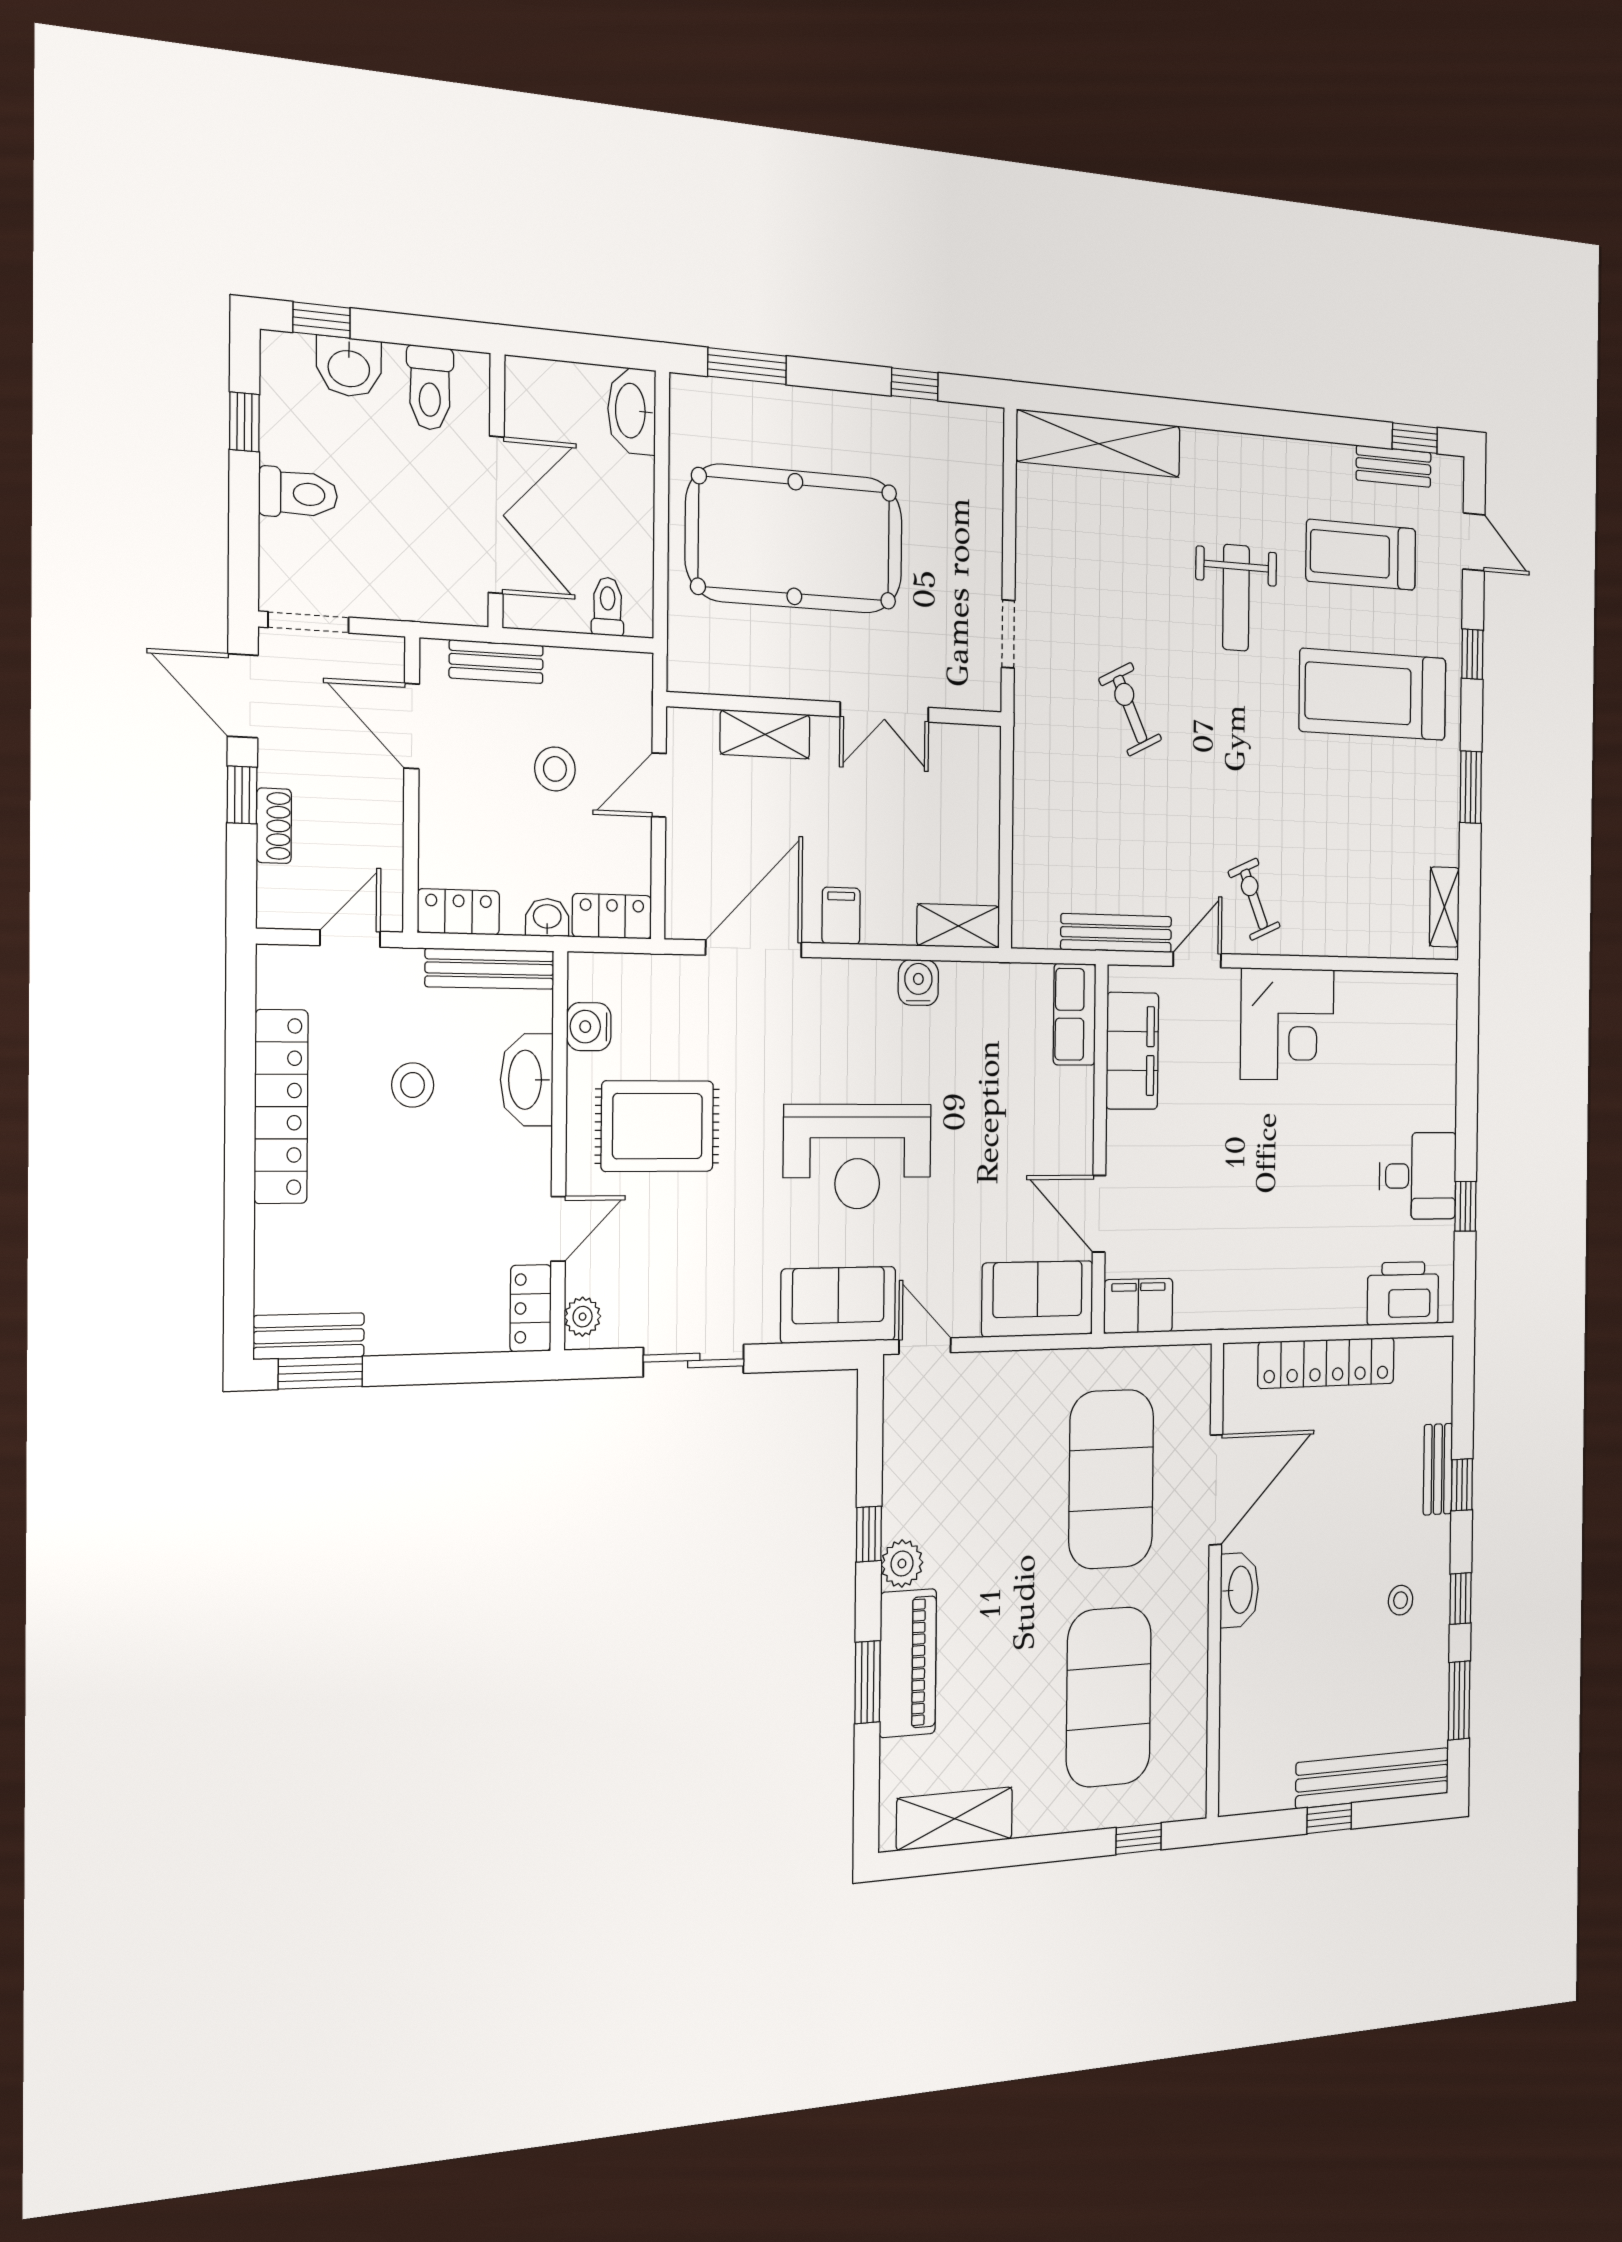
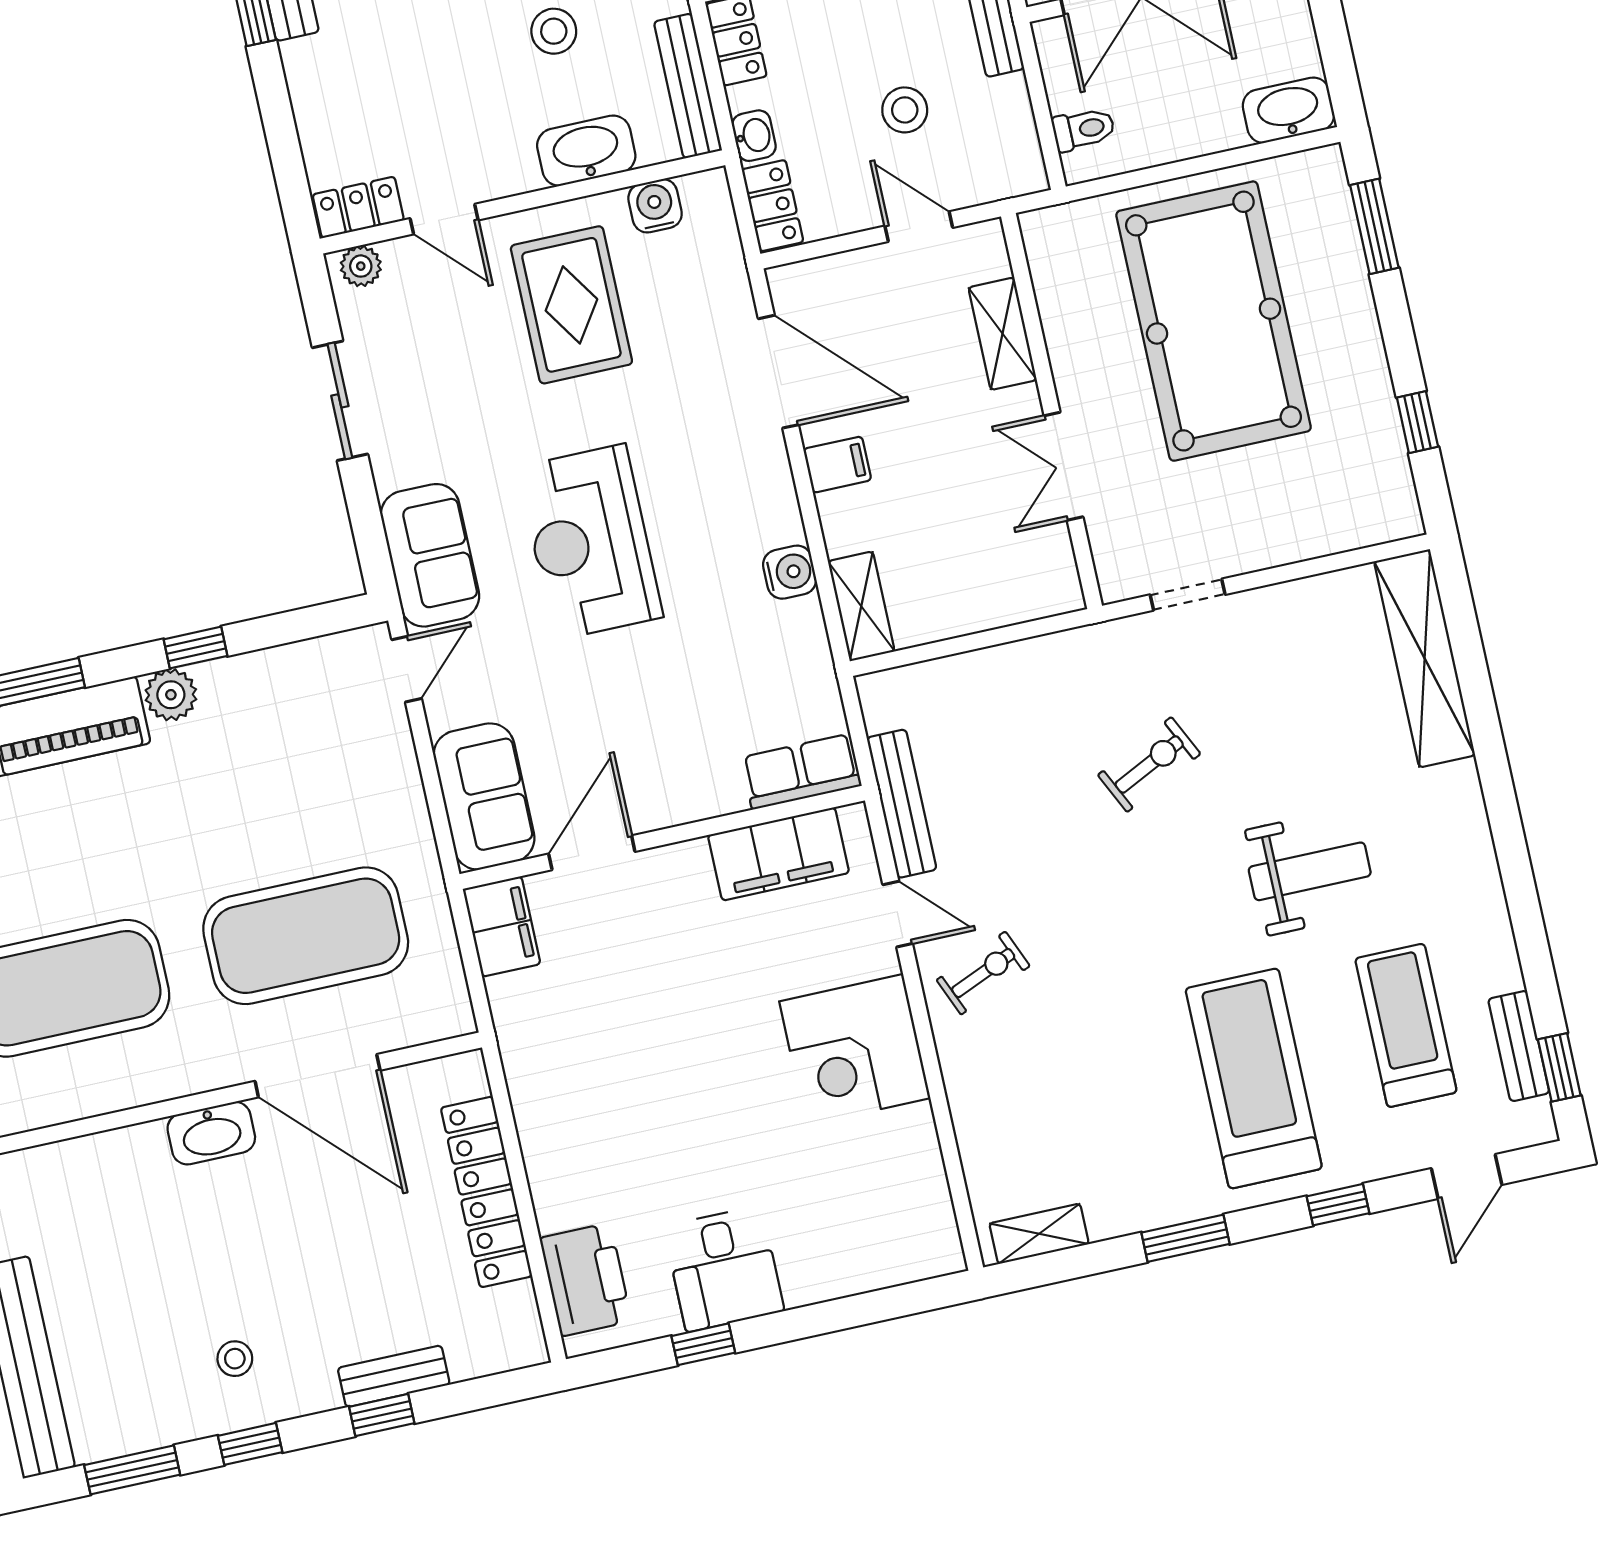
weight bench: (1236, 598) -> (1310, 871), turned 180

